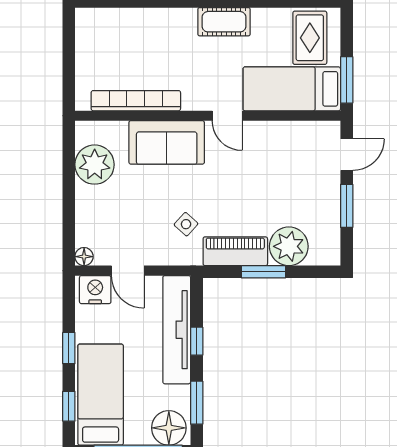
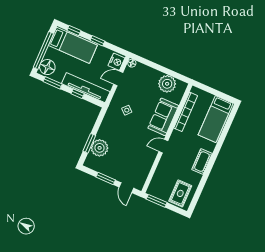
rug: (310, 38) -> (180, 193), turned 90
bed: (292, 89) -> (216, 119), moved, turned 180
piano: (235, 251) -> (107, 125), removed
window: (263, 272) -> (89, 143), moved

